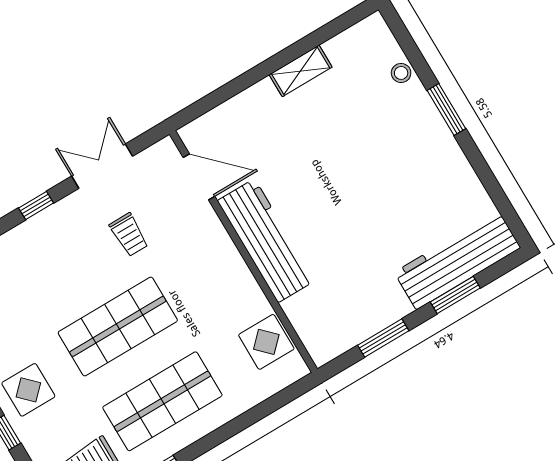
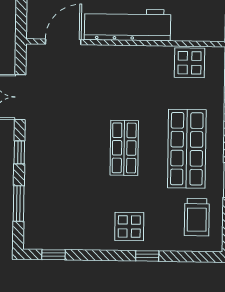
trolley: (129, 235) -> (72, 107), removed
shop shelf: (118, 326) -> (124, 148), width x0.70, depth x0.74

